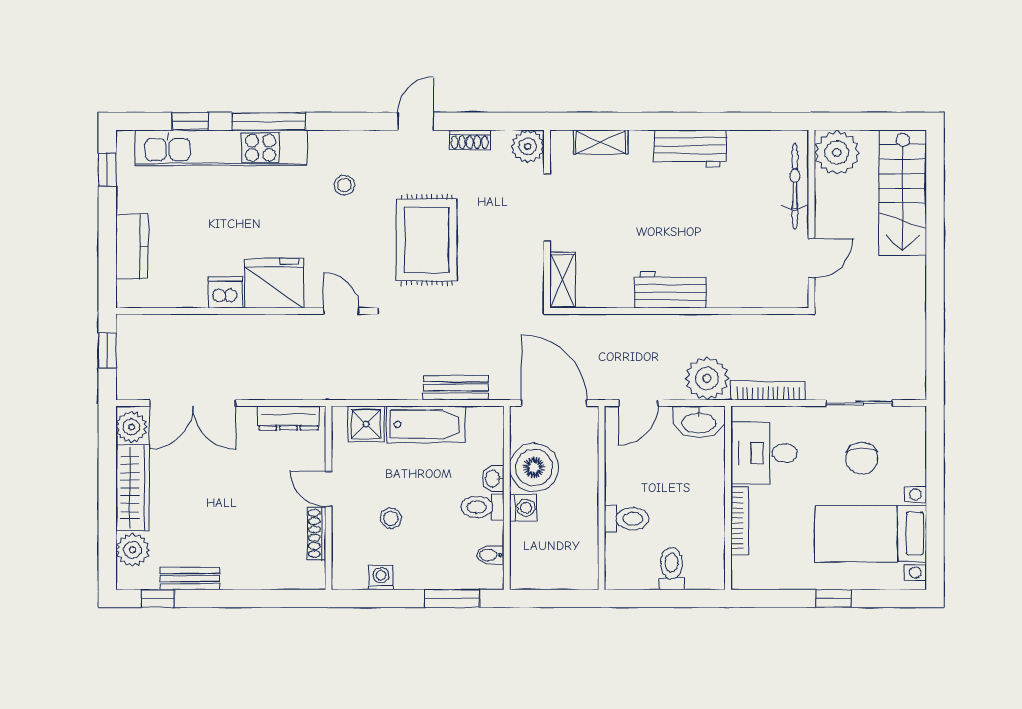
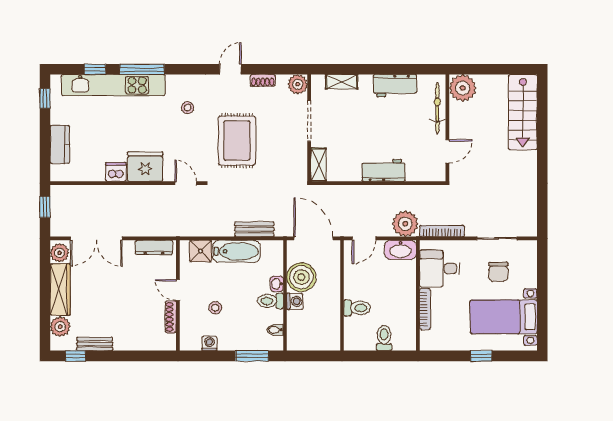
plant: (837, 153) -> (463, 88), moved
bicycle: (795, 186) -> (437, 108), moved
wall: (811, 219) -> (447, 128), moved
door: (811, 258) -> (447, 151), moved

